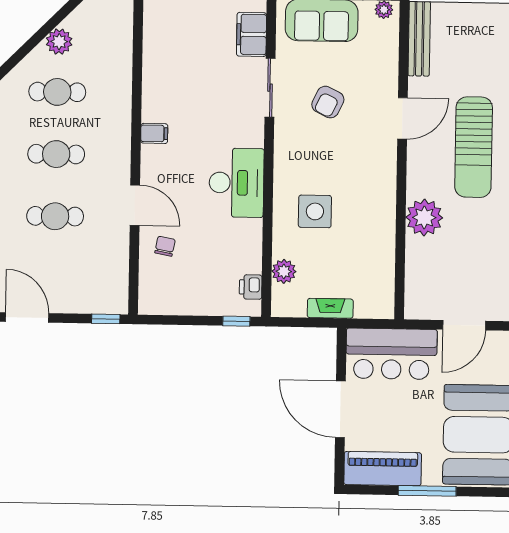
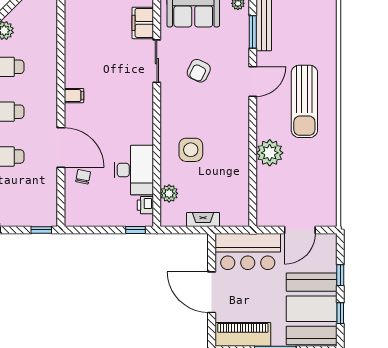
window: (404, 50) -> (253, 32), added
desk: (236, 183) -> (134, 170), moved
door: (135, 205) -> (61, 147), width x1.36

